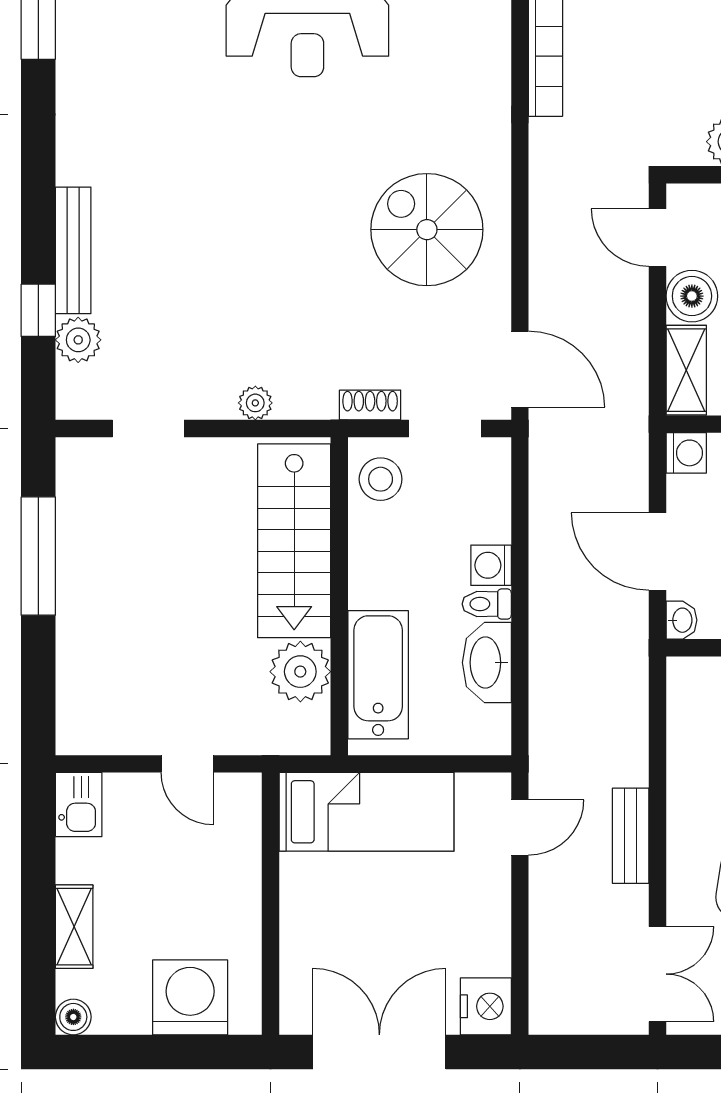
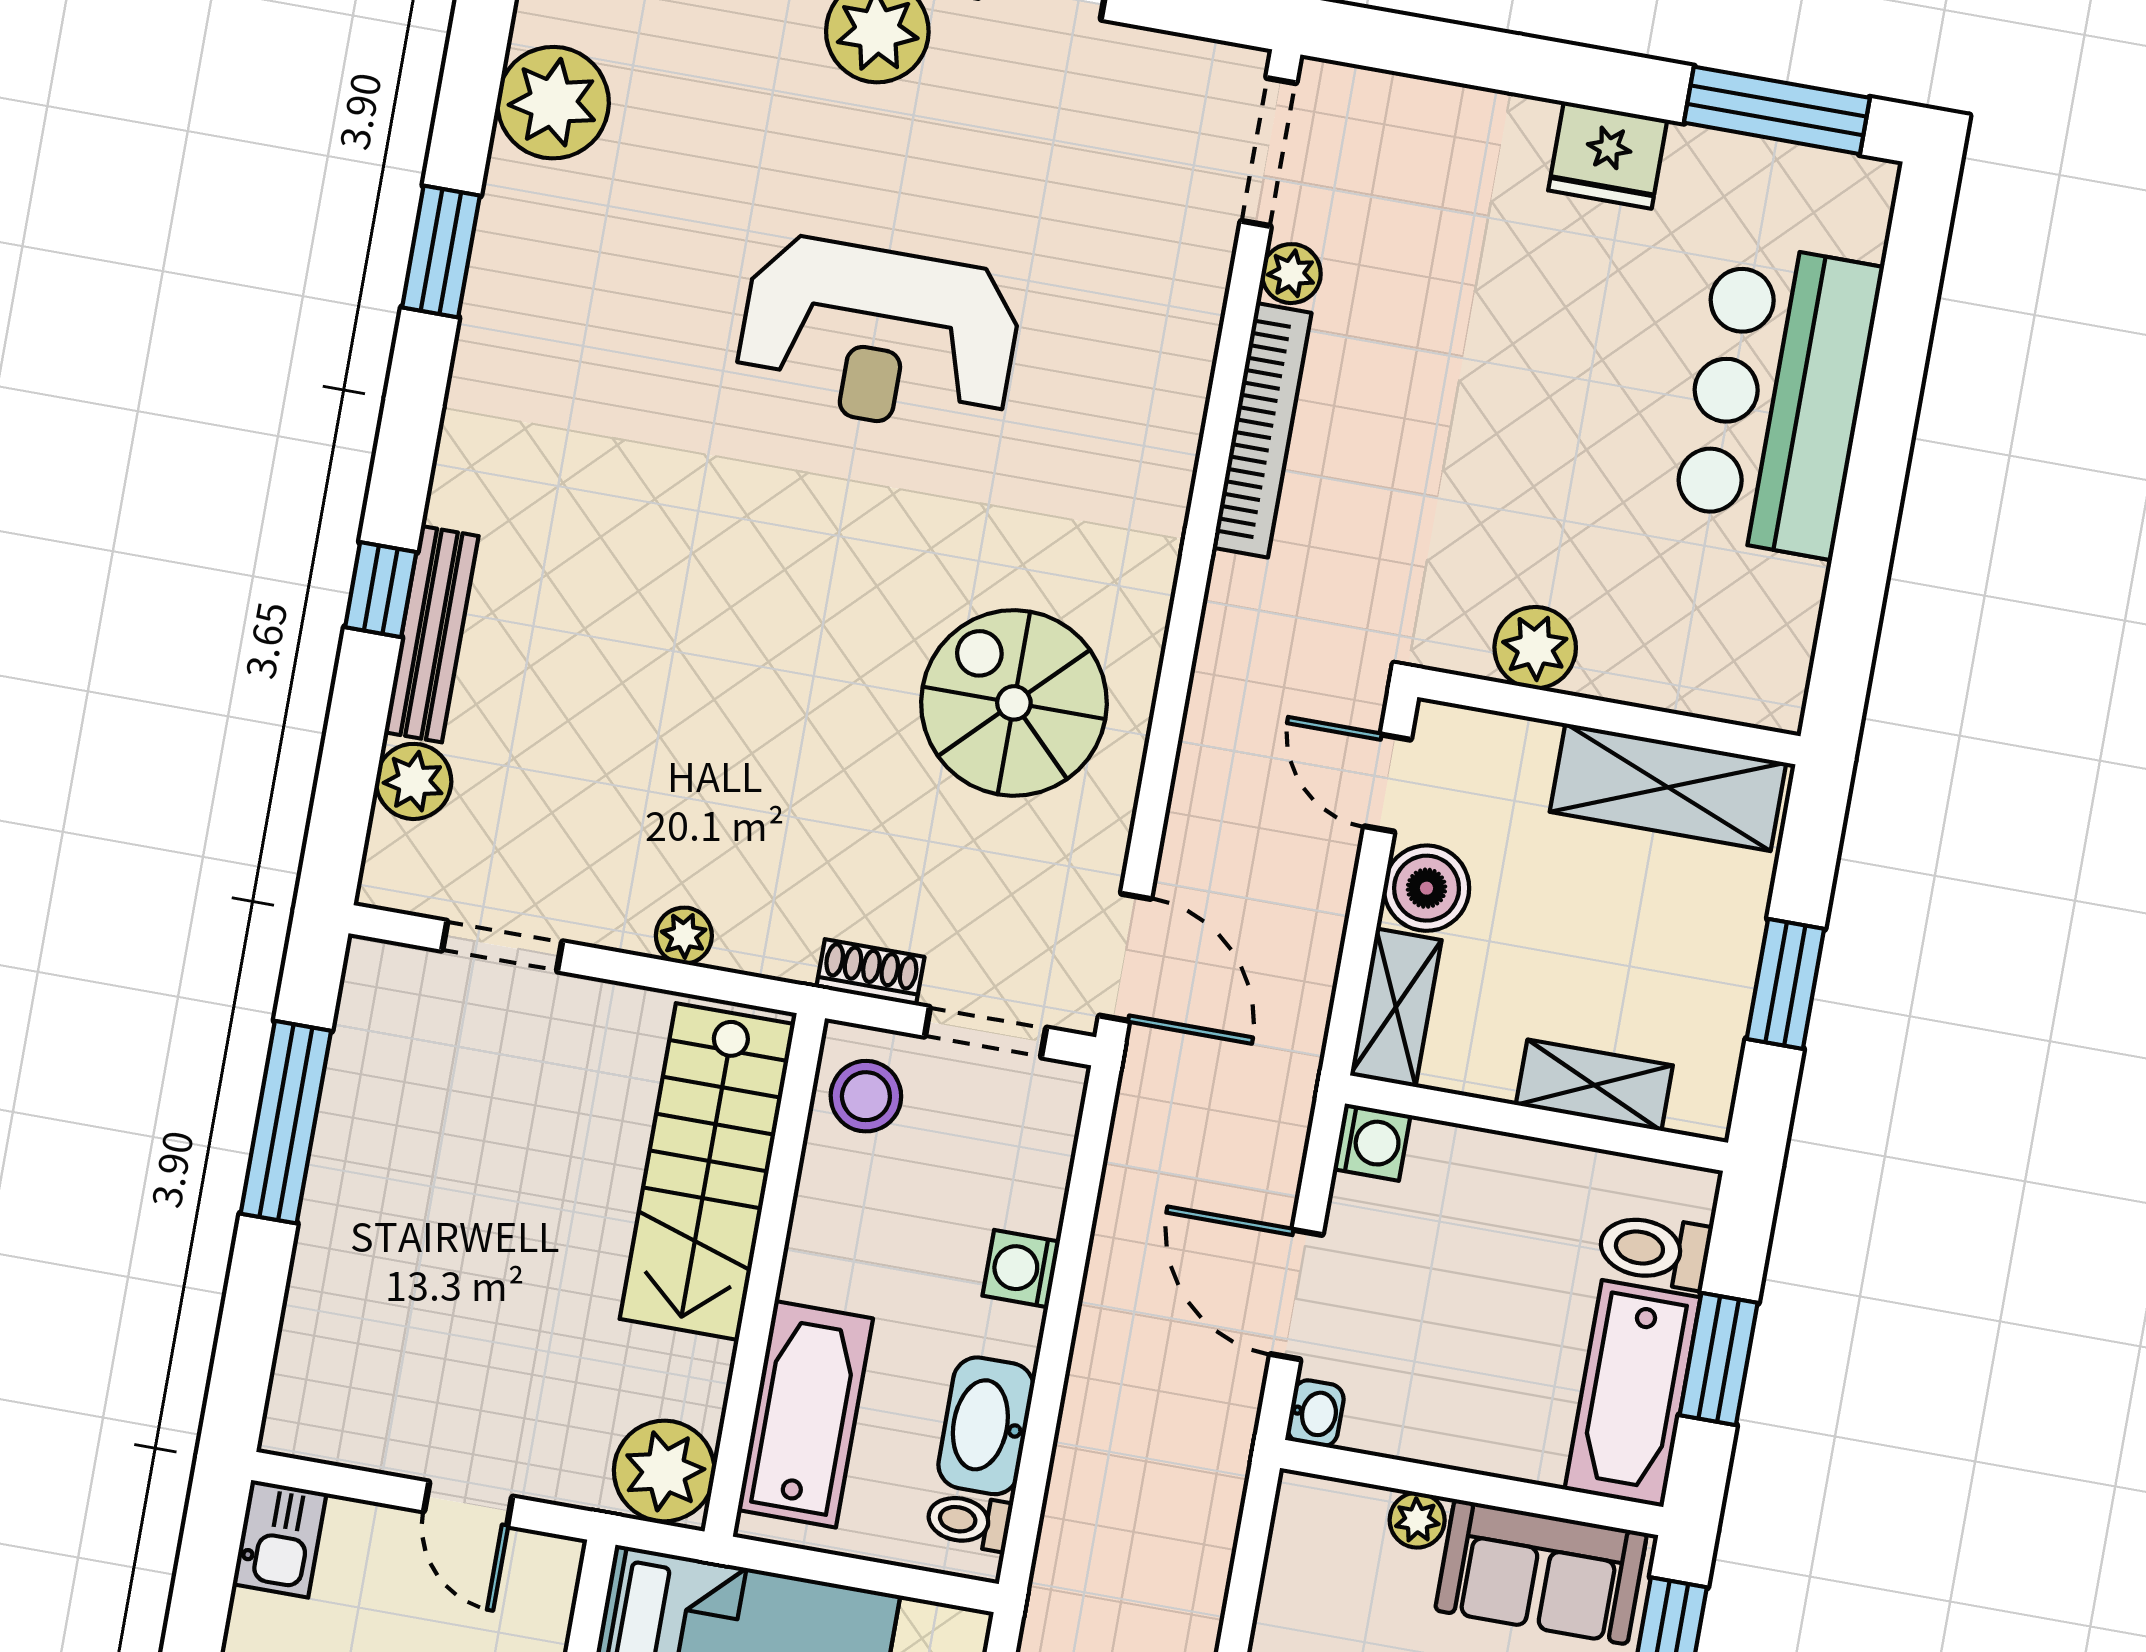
window: (38, 310) -> (381, 590), moved
toilet: (487, 604) -> (969, 1521), moved
plant: (300, 672) -> (664, 1471), moved

